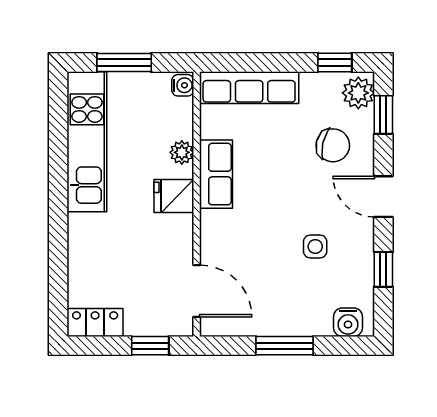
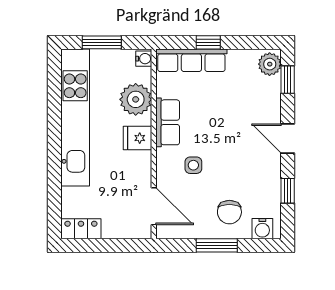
window: (335, 63) -> (208, 42), moved
kitchen unit: (87, 142) -> (75, 117), width x1.36
chair: (333, 145) -> (229, 212), moved, turned 77
plant: (182, 152) -> (136, 99), width x1.87, depth x1.87
side table: (315, 246) -> (193, 165), moved
window: (150, 346) -> (120, 245), removed

